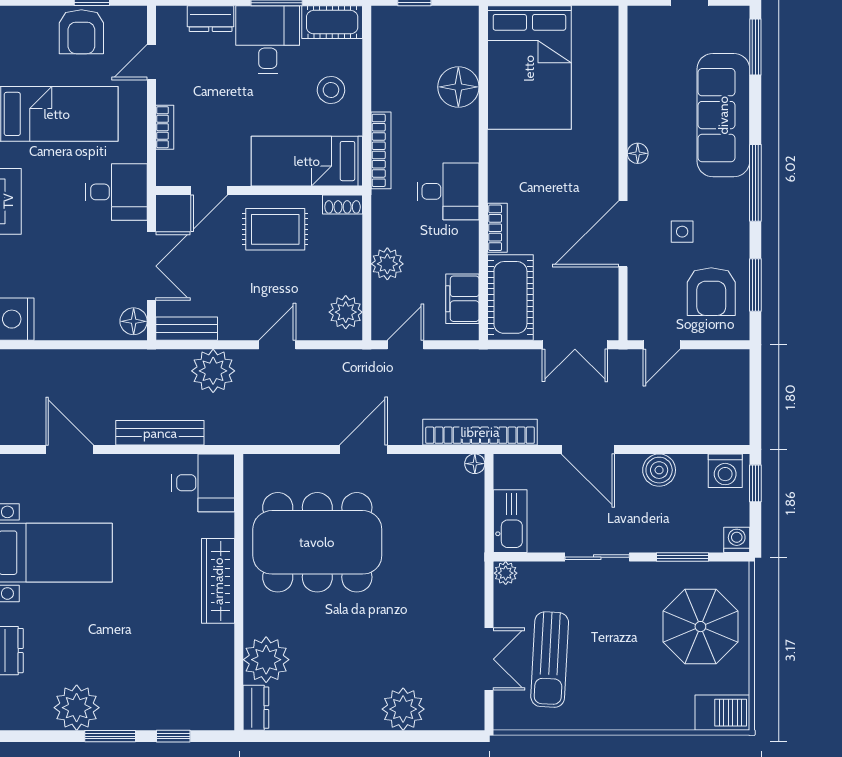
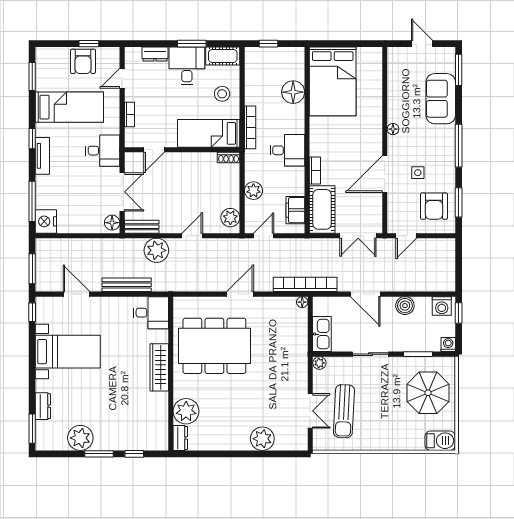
sofa: (723, 115) -> (441, 99), width x0.73
rug: (275, 229) -> (191, 171), removed

